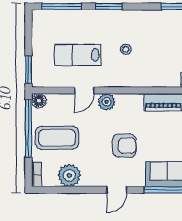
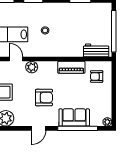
door: (84, 90) -> (16, 59), swing flipped

